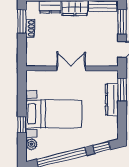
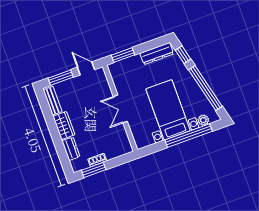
dresser: (112, 100) -> (157, 54), moved
window: (22, 125) -> (189, 136), width x3.17

